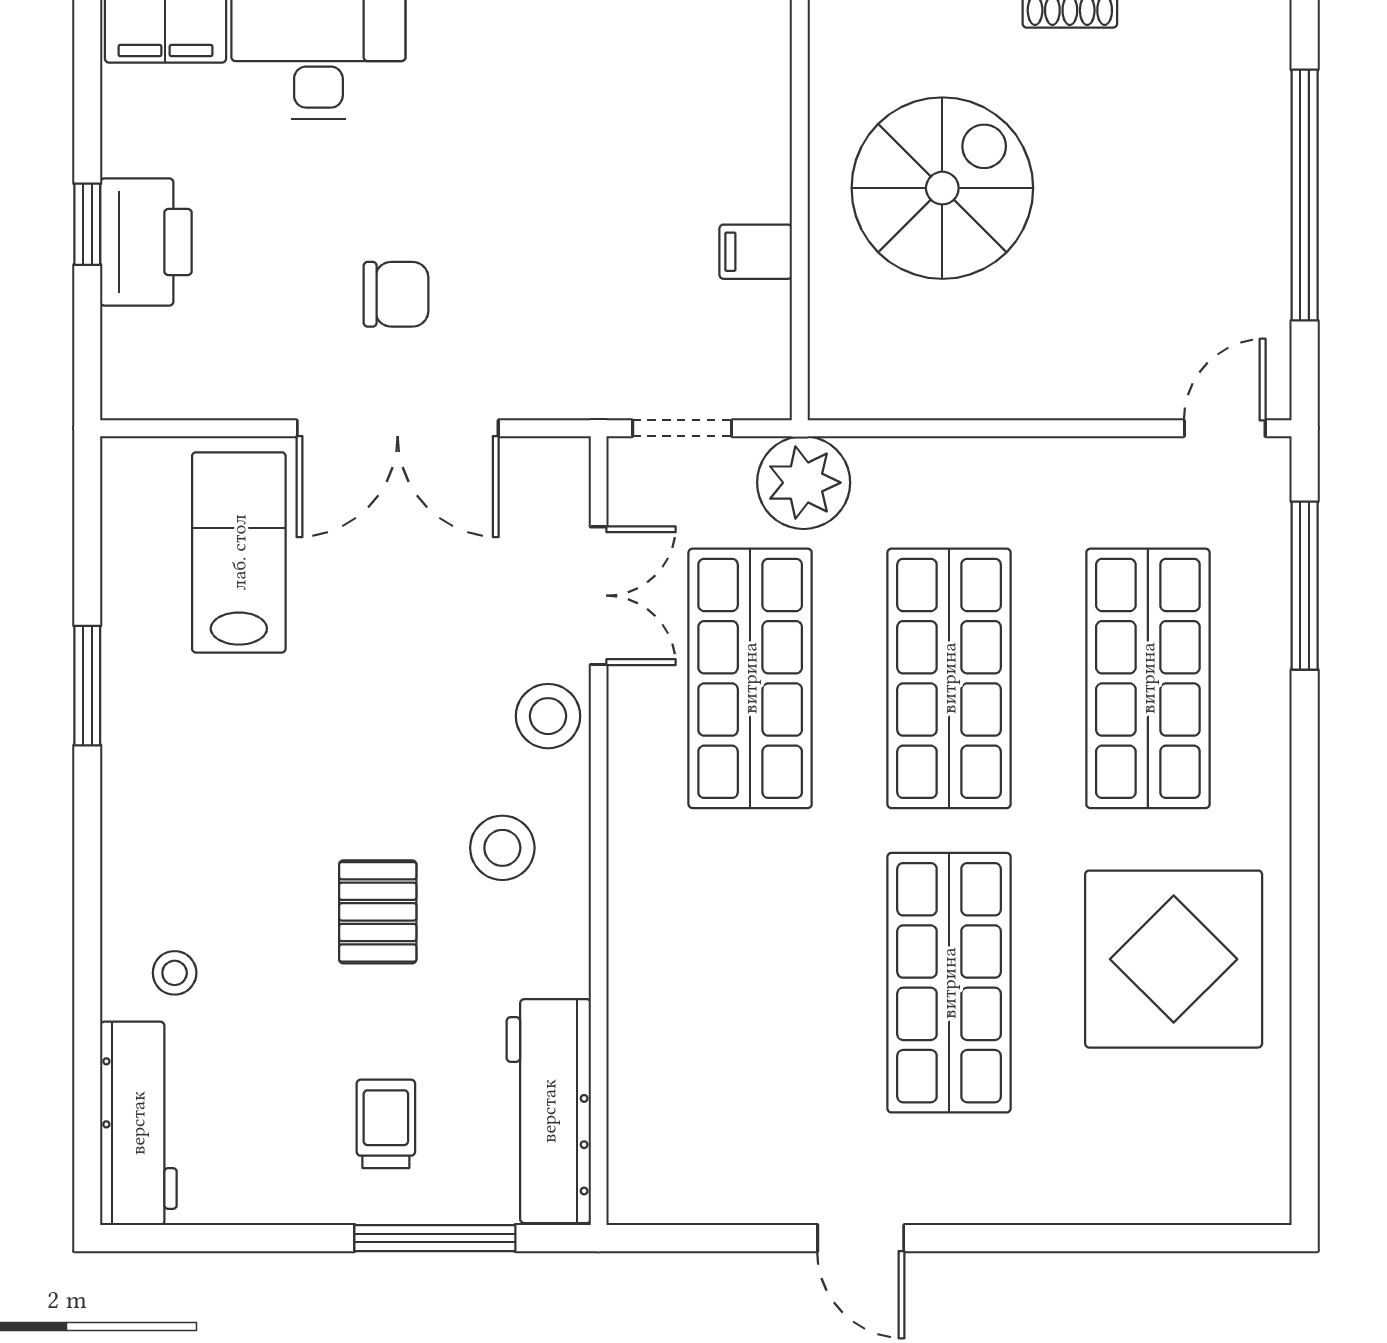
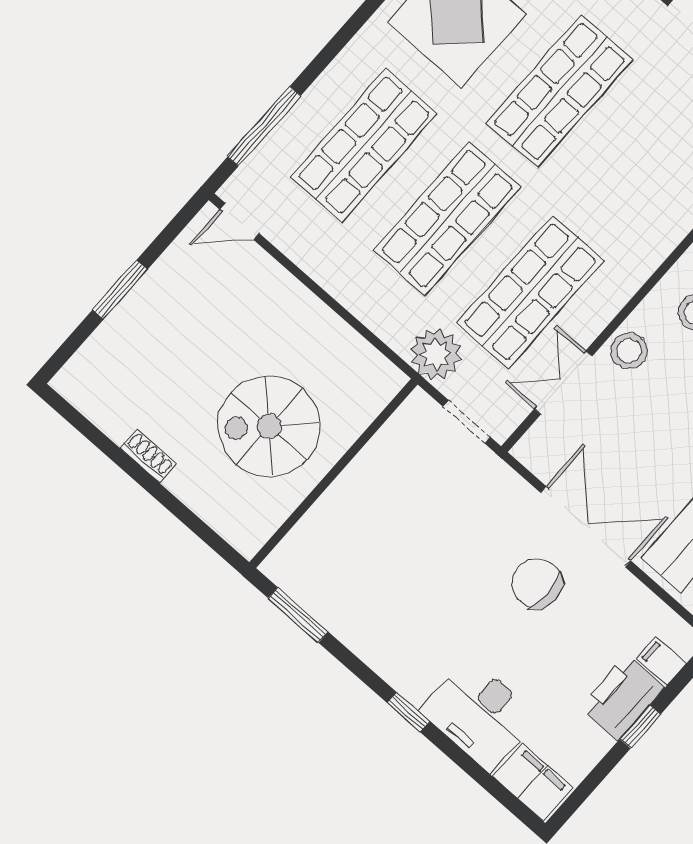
window: (1305, 195) -> (120, 290), width x0.47
filing cabinet: (756, 252) -> (662, 661), moved, turned 180
chair: (396, 294) -> (537, 583), width x1.37, depth x1.37

